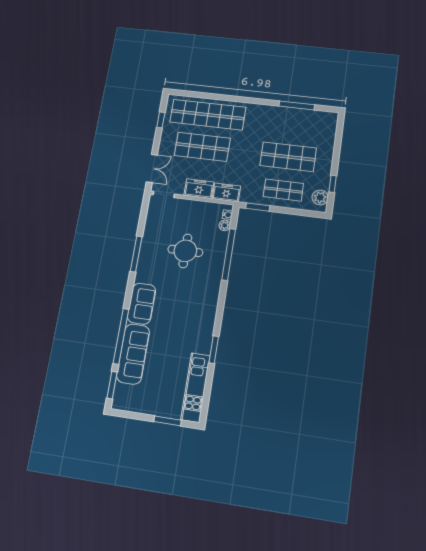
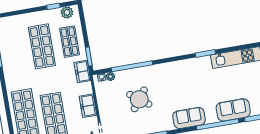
freezer: (226, 192) -> (82, 72), moved
round table: (185, 251) -> (139, 99), turned 37
sofa: (133, 354) -> (233, 110), width x0.73

